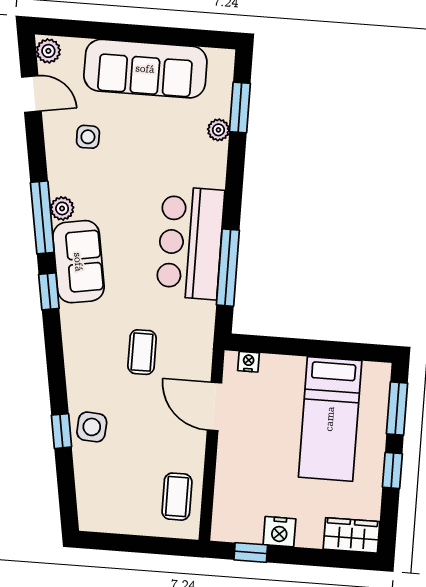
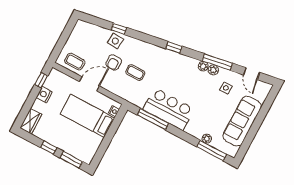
plant: (48, 51) -> (213, 70), moved
door: (31, 94) -> (252, 74), hinge flipped
window: (240, 107) -> (212, 150), width x1.44
window: (42, 217) -> (217, 62), moved
sofa: (78, 262) -> (180, 64), removed
door: (214, 406) -> (89, 84), moved
armchair: (141, 410) -> (114, 62), added
bed: (330, 419) -> (87, 116), moved

